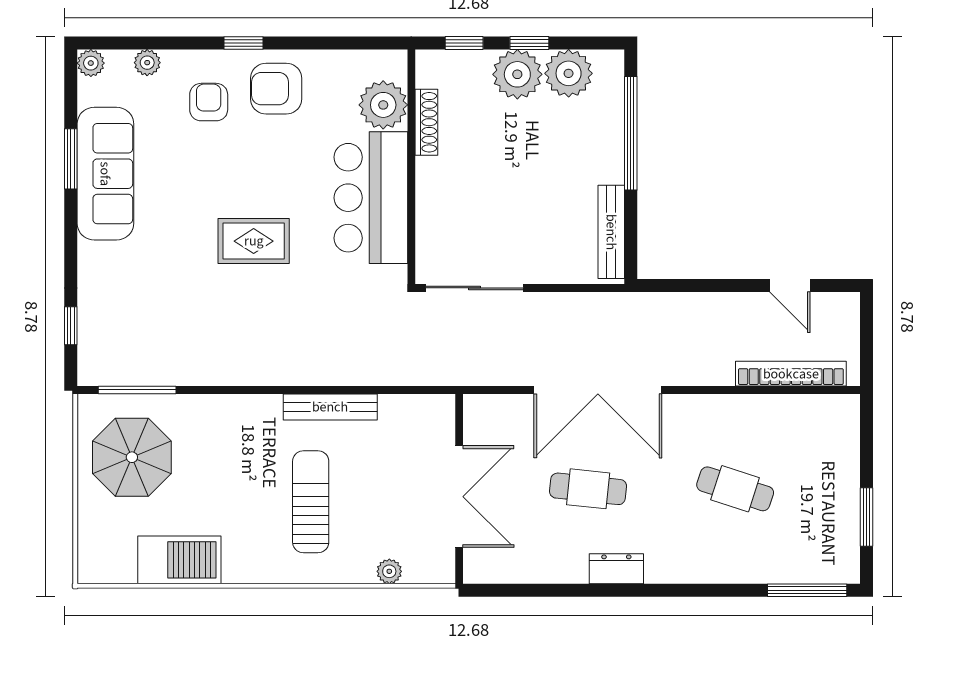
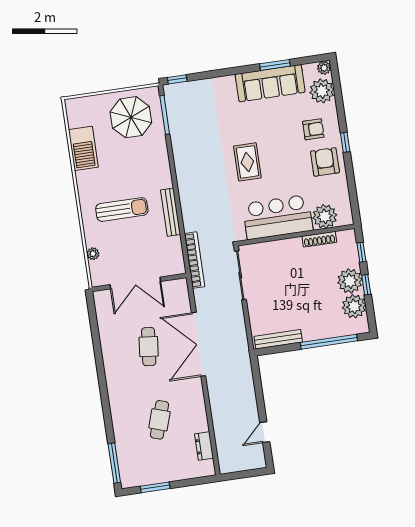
plant: (147, 63) -> (322, 91), width x1.88, depth x1.88
window: (71, 326) -> (177, 79), moved
bookcase: (791, 374) -> (195, 260), moved
dresser: (616, 569) -> (204, 446), moved, turned 180

